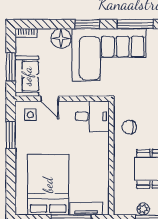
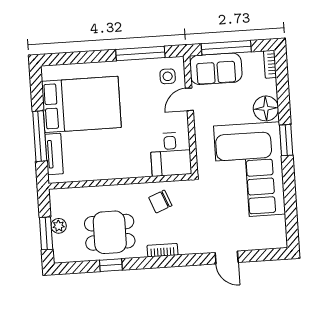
window: (135, 24) -> (290, 201), removed
window: (11, 67) -> (226, 48), width x1.44
chair: (129, 127) -> (160, 202), turned -112
window: (11, 135) -> (140, 53), width x1.44

